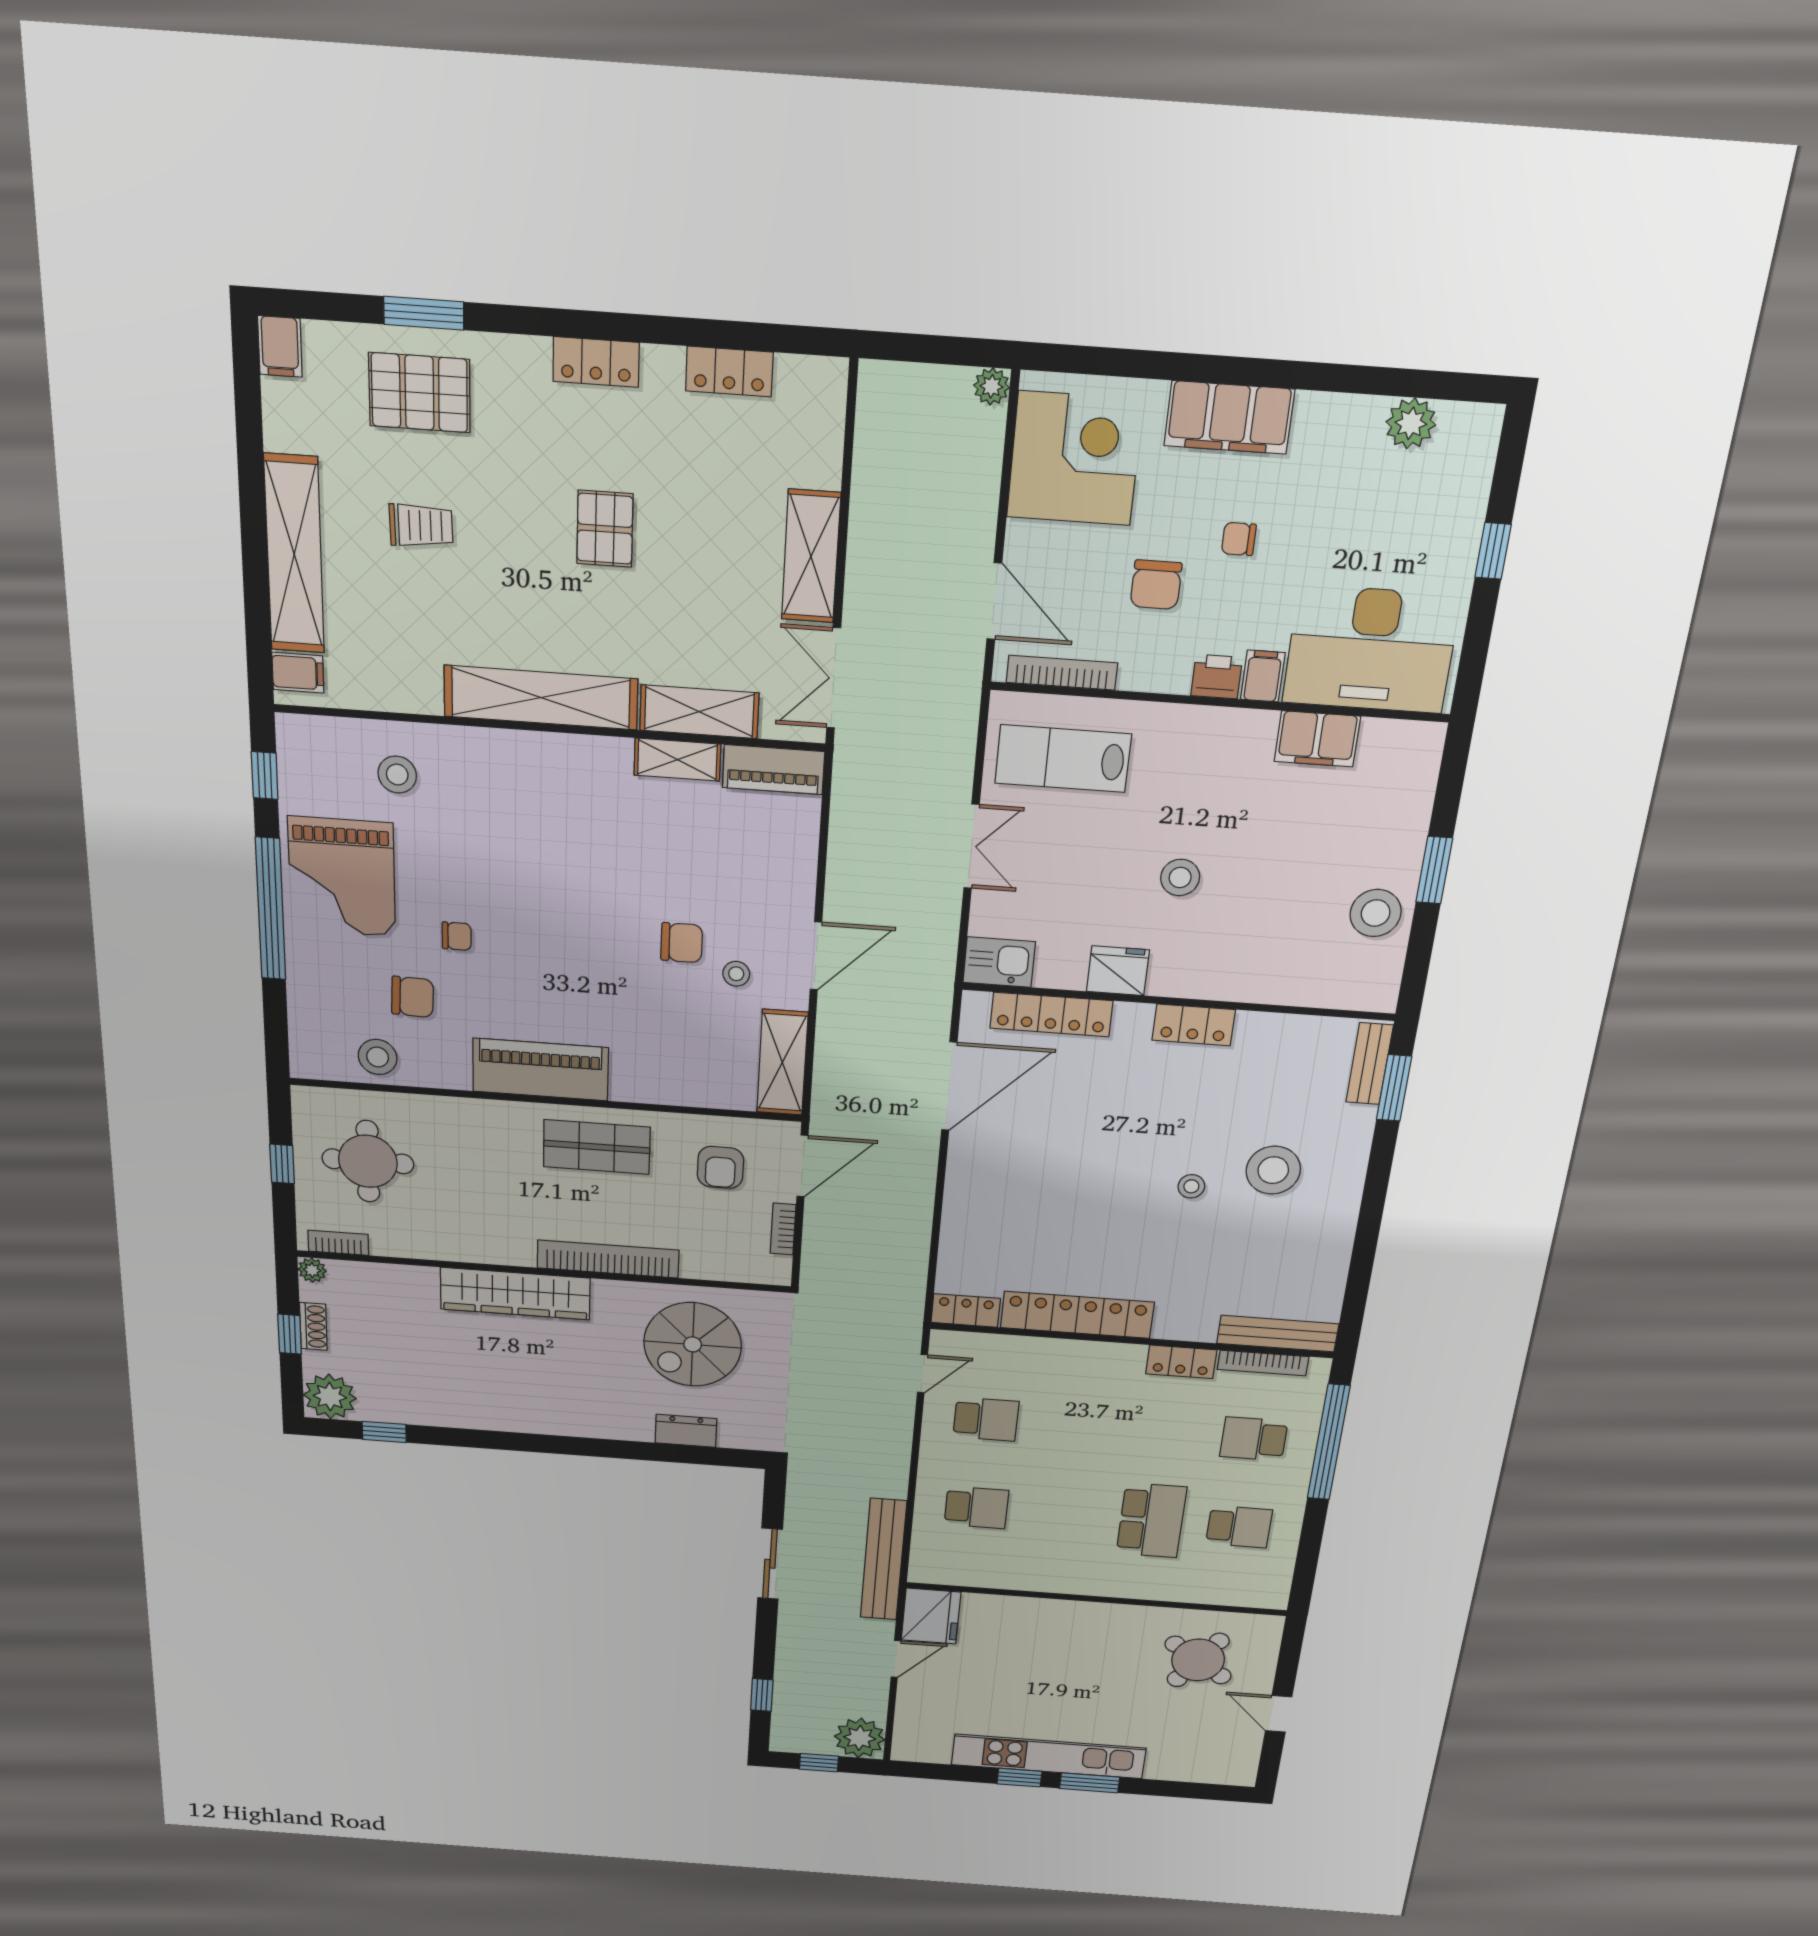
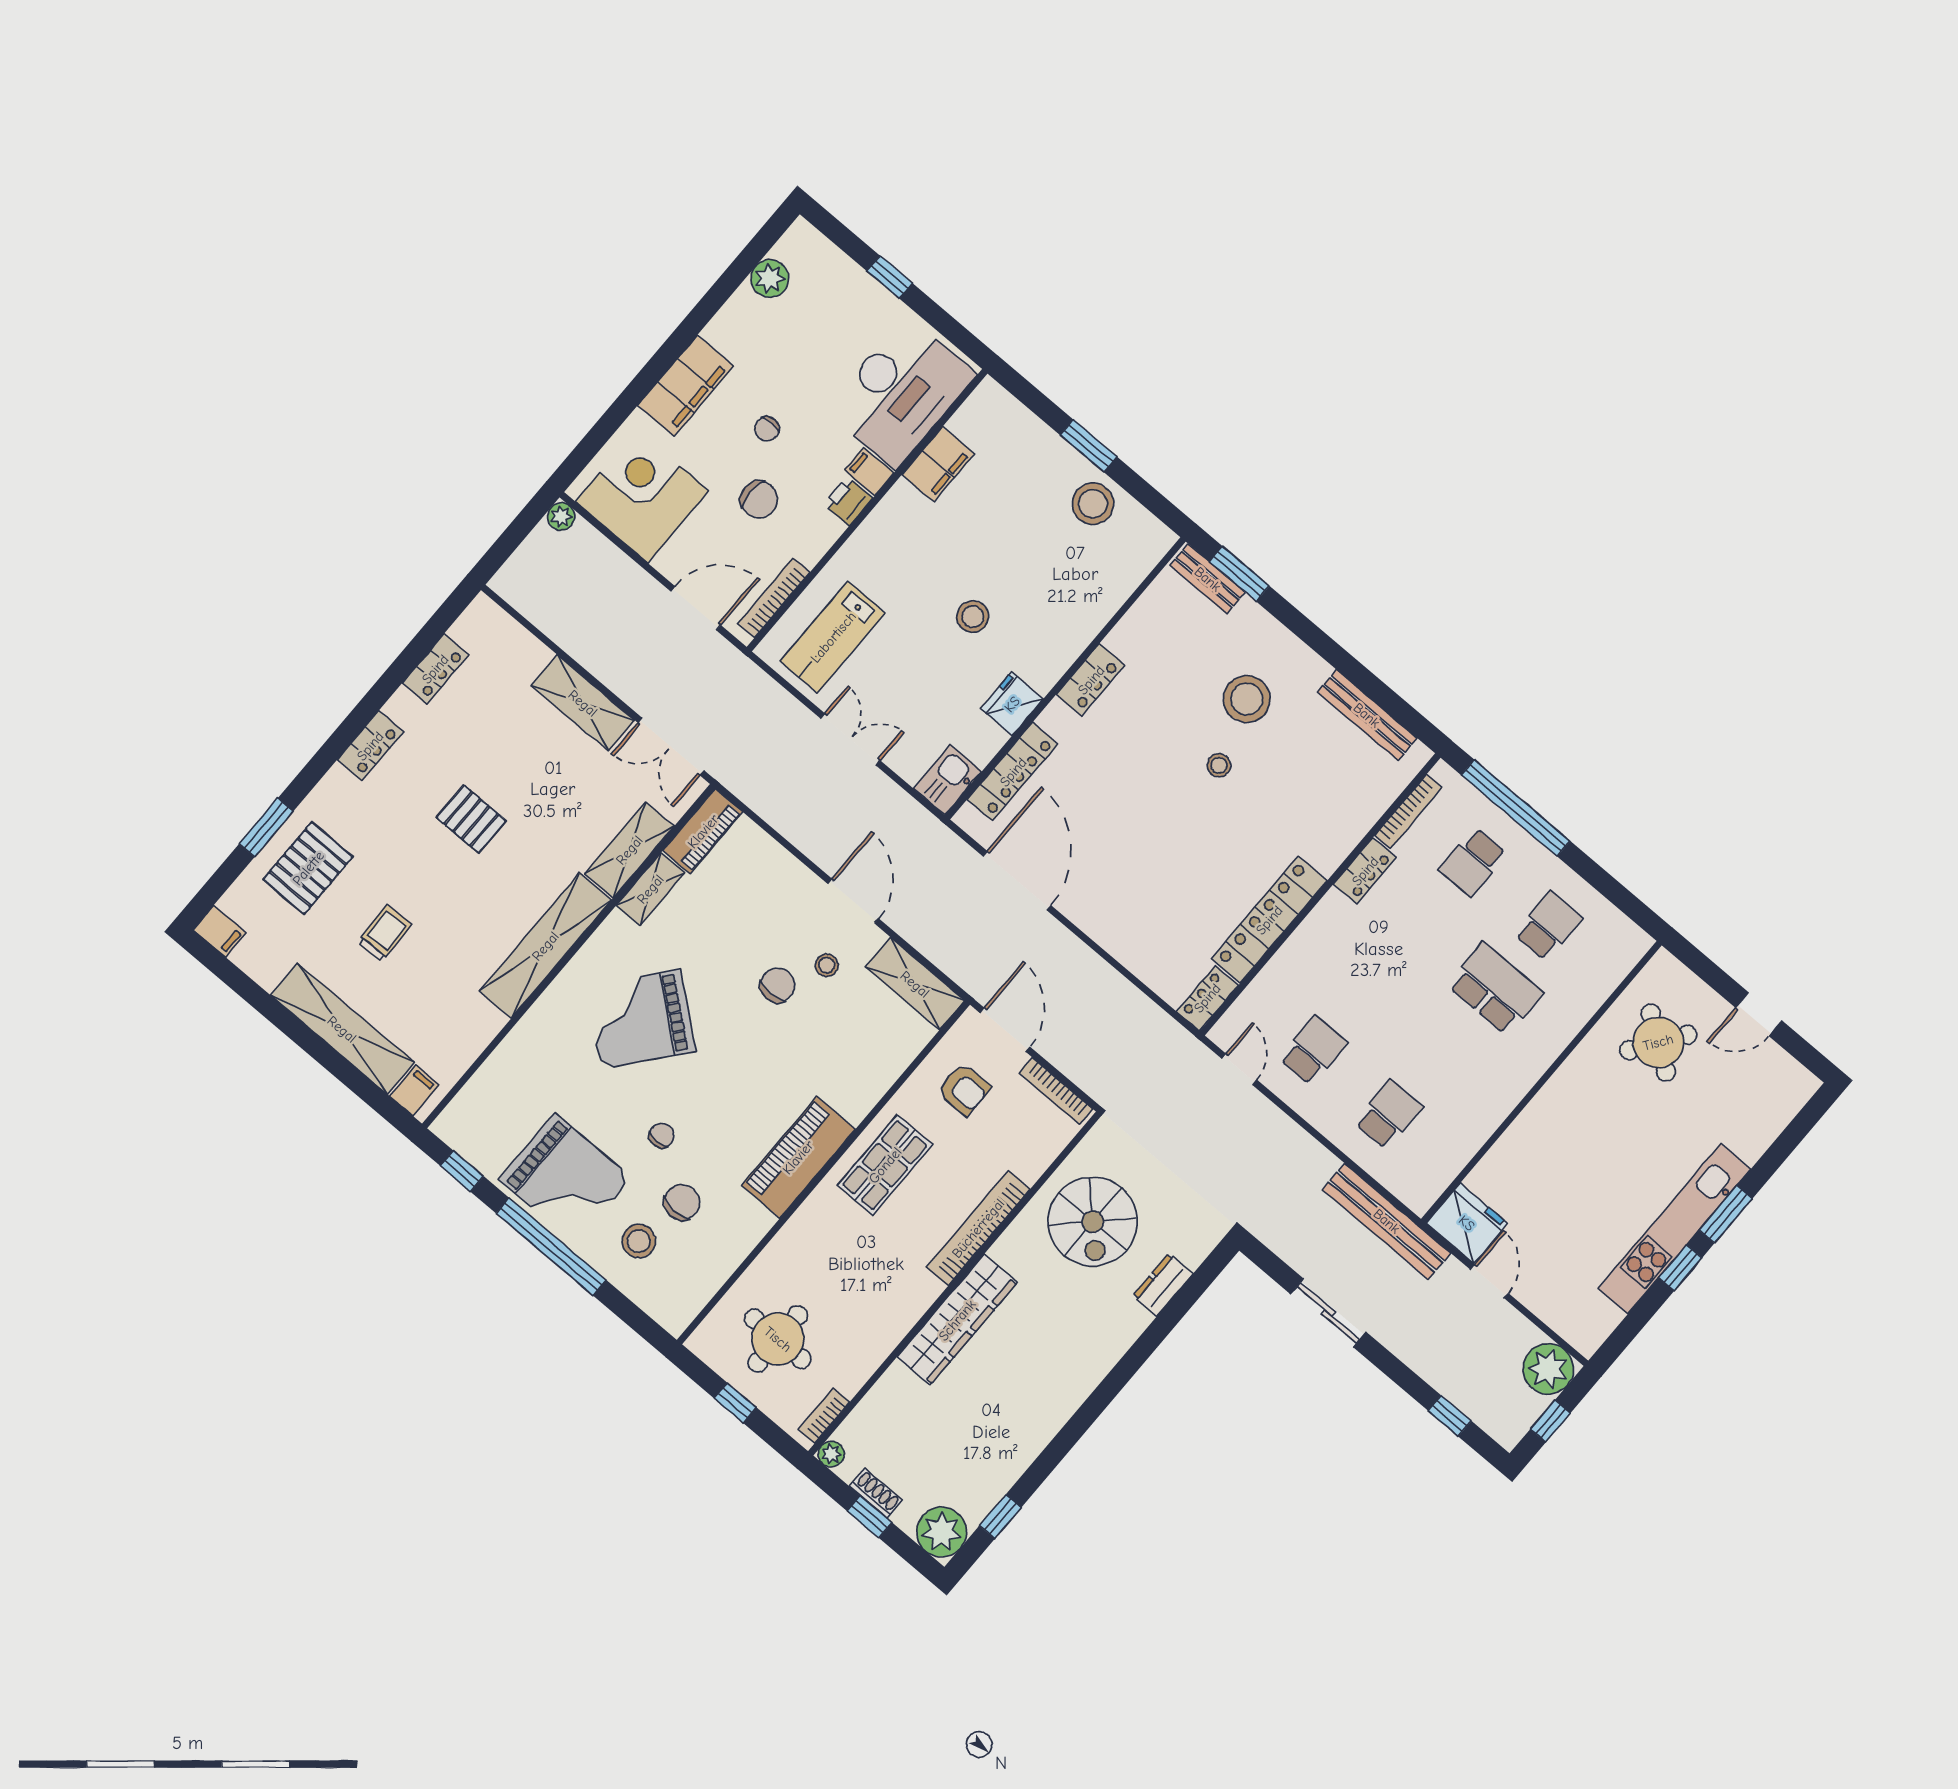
stool: (397, 775) -> (526, 1082), removed
grand piano: (547, 840) -> (641, 1019), added
stool: (378, 1057) -> (639, 1241), moved
bookcase: (783, 1229) -> (1056, 1091), width x1.56
bench: (1278, 1334) -> (1367, 715), moved, turned 90

